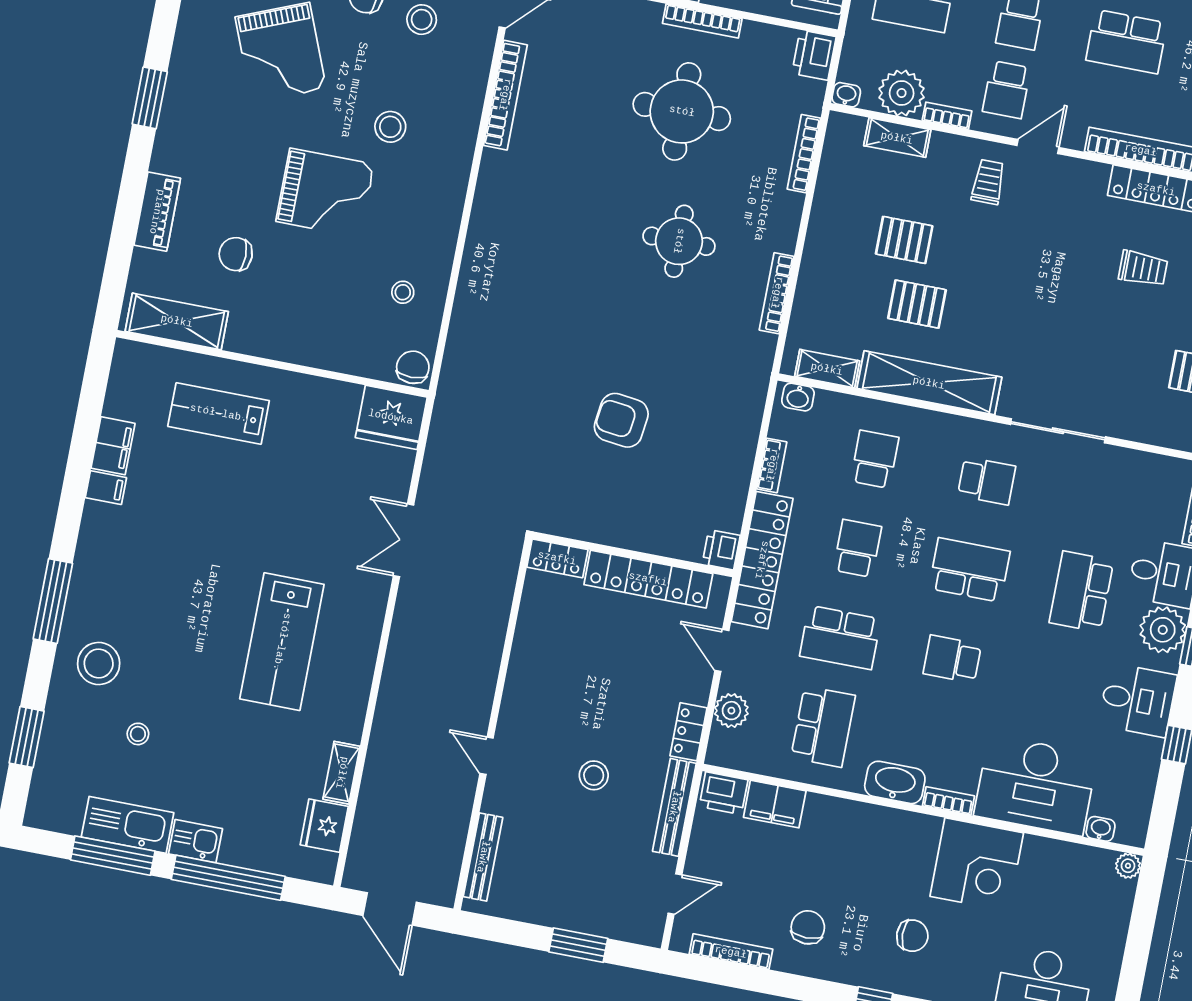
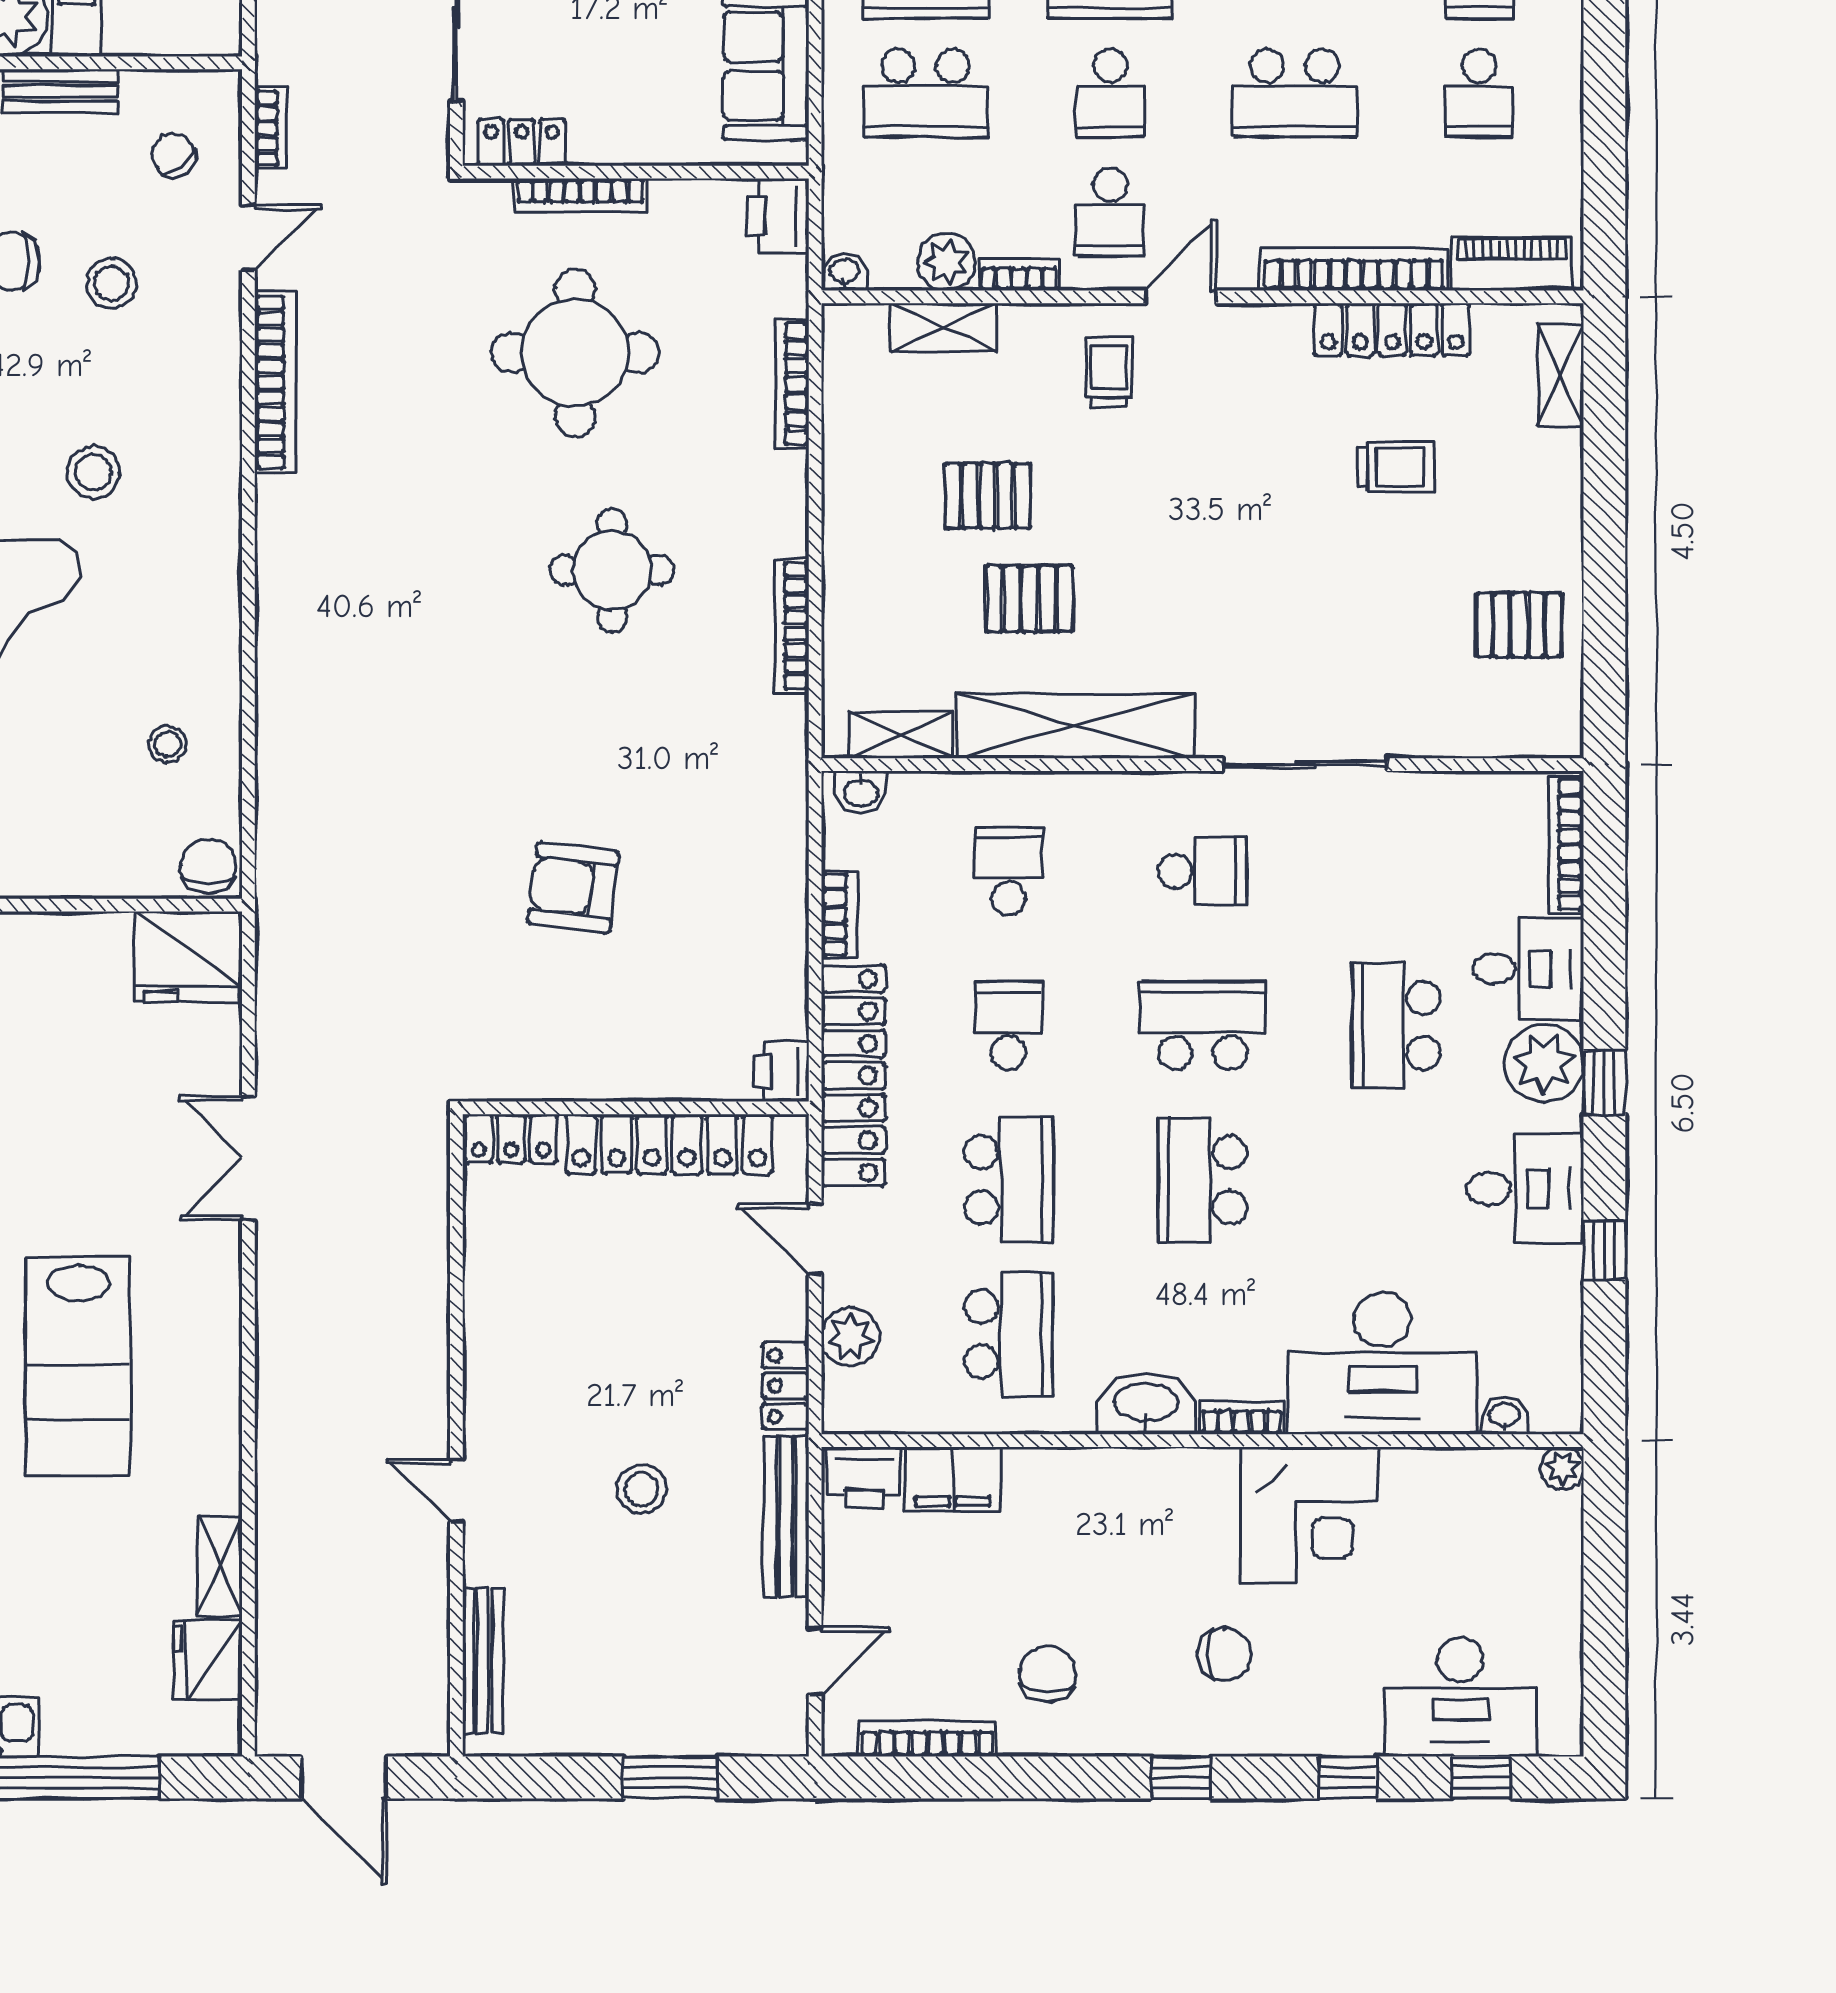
plant: (902, 93) -> (946, 262), width x0.73, depth x0.73
school desk: (840, 637) -> (1009, 1180), turned -90
school desk: (952, 659) -> (1202, 1180), width x1.85

